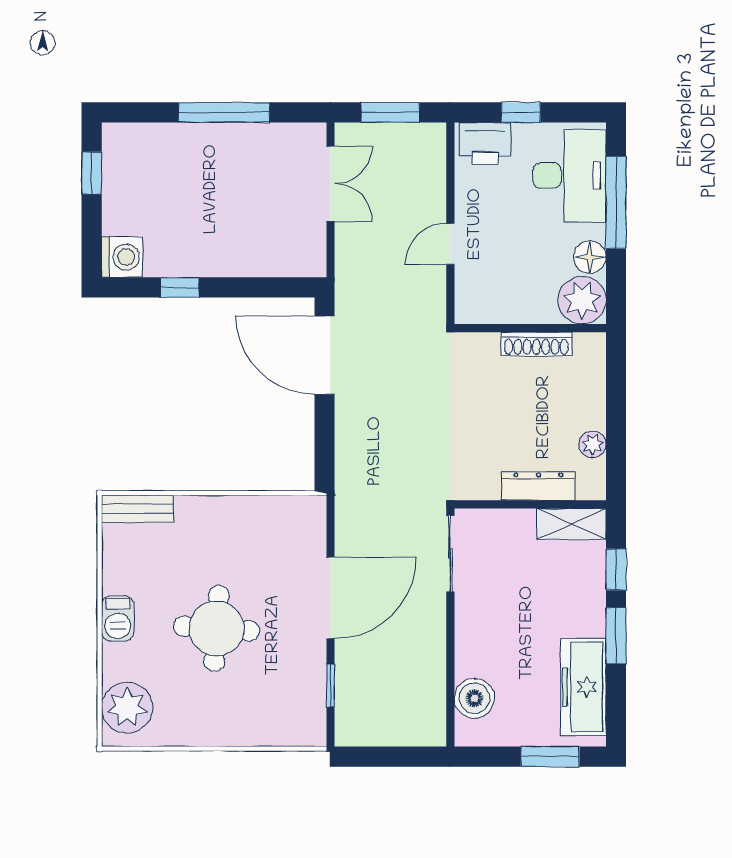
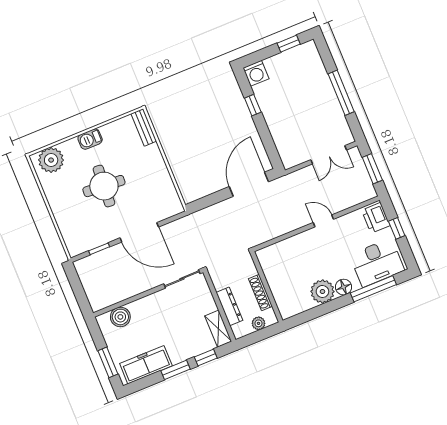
wall: (530, 328) -> (267, 287), moved
shoe rack: (536, 344) -> (260, 293), moved

